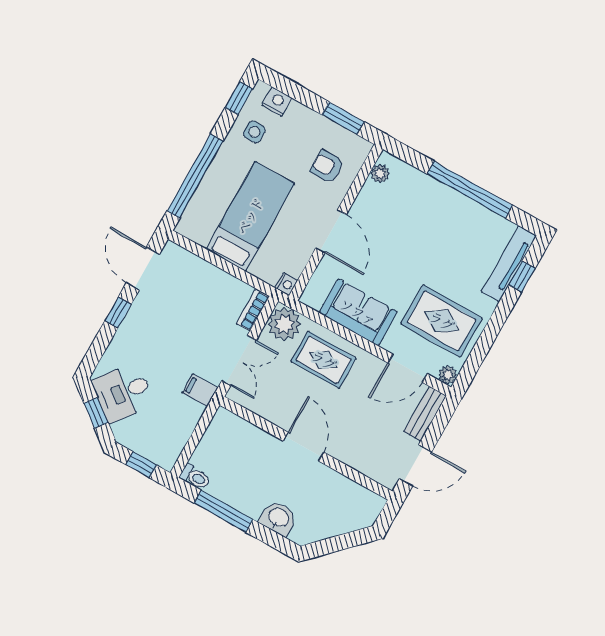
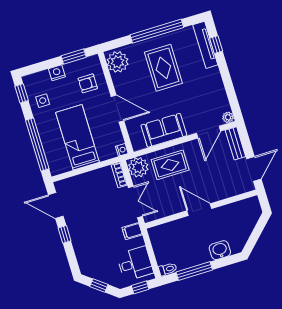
nightstand: (277, 102) -> (57, 73), moved
plant: (380, 174) -> (118, 62), width x1.88, depth x1.88
rug: (442, 321) -> (163, 68), moved, turned 90
desk: (123, 393) -> (135, 264), moved, turned -128

